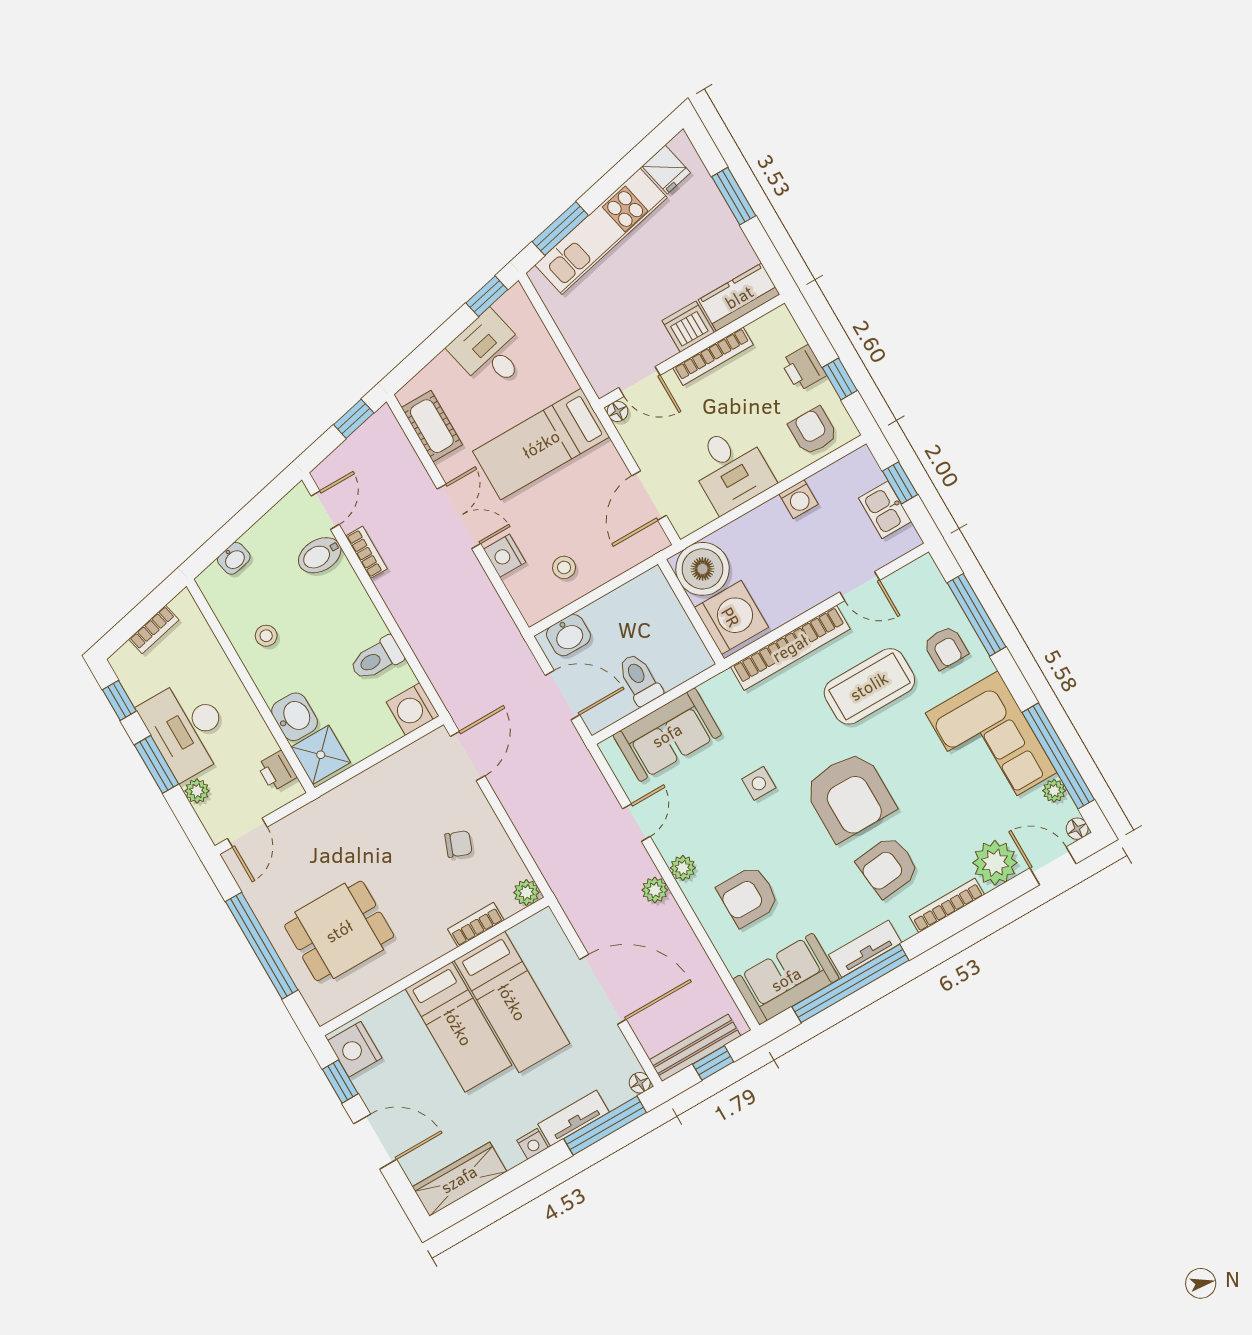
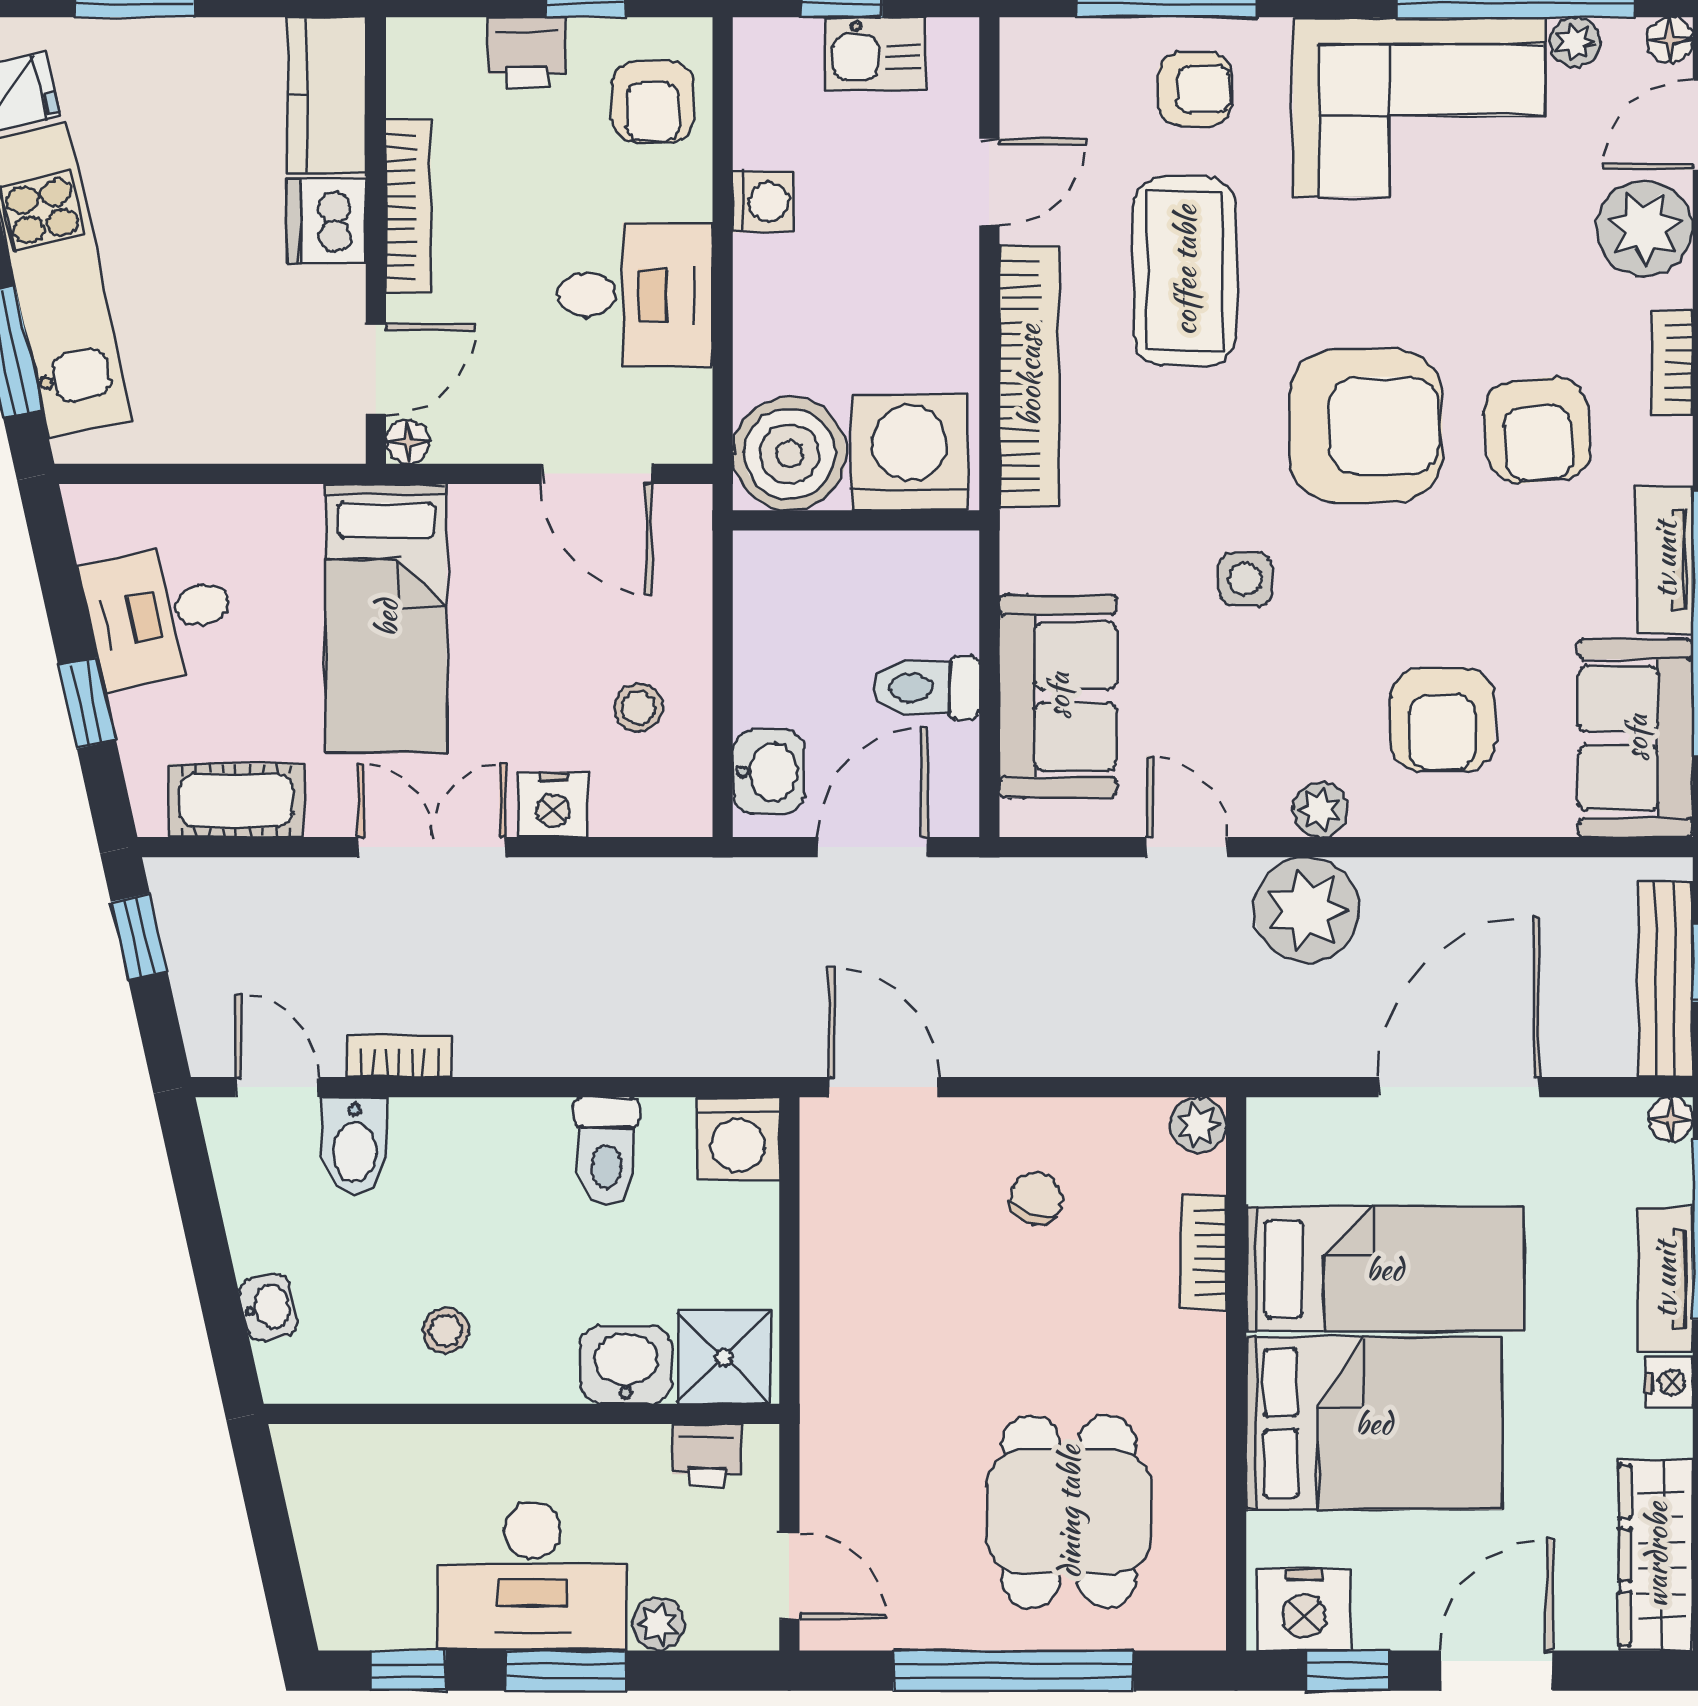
window: (487, 296) -> (87, 703), moved
armchair: (813, 431) -> (653, 102), turned -90
bookcase: (154, 629) -> (314, 1531), removed
plant: (655, 890) -> (1307, 910), width x1.87, depth x1.87
bookcase: (947, 905) -> (1672, 363), width x0.64
bed: (458, 1027) -> (1374, 1423), width x1.50

